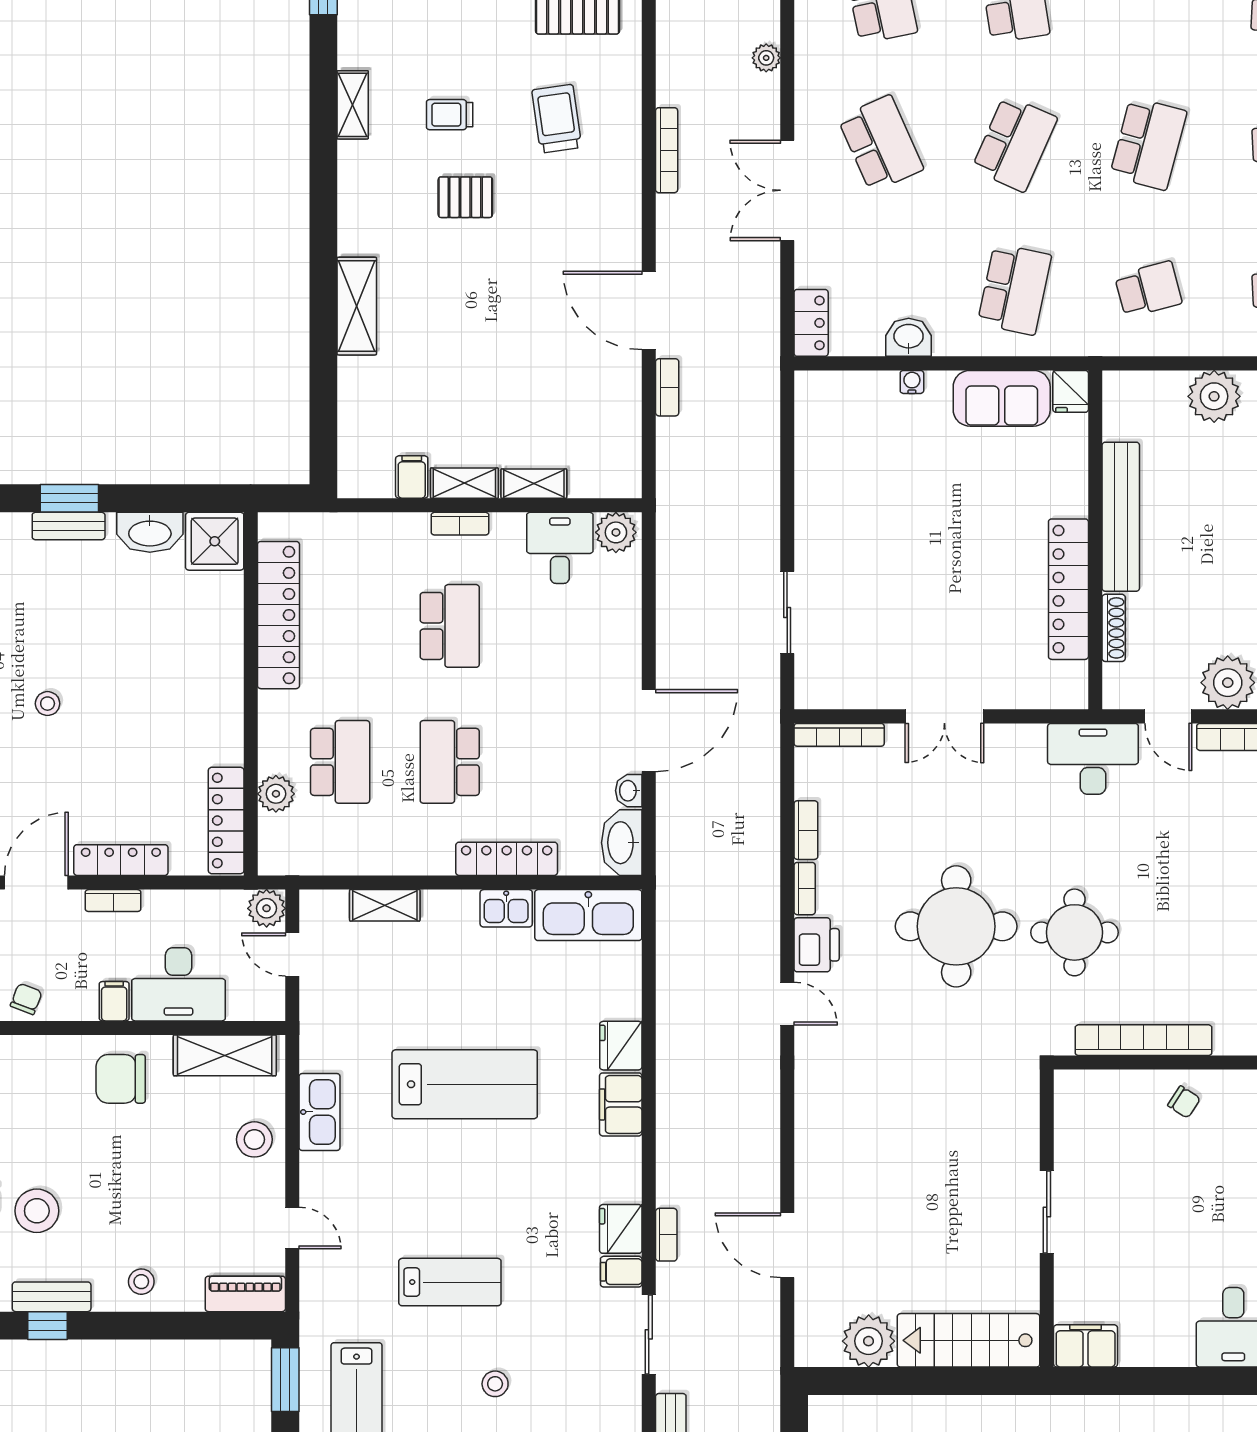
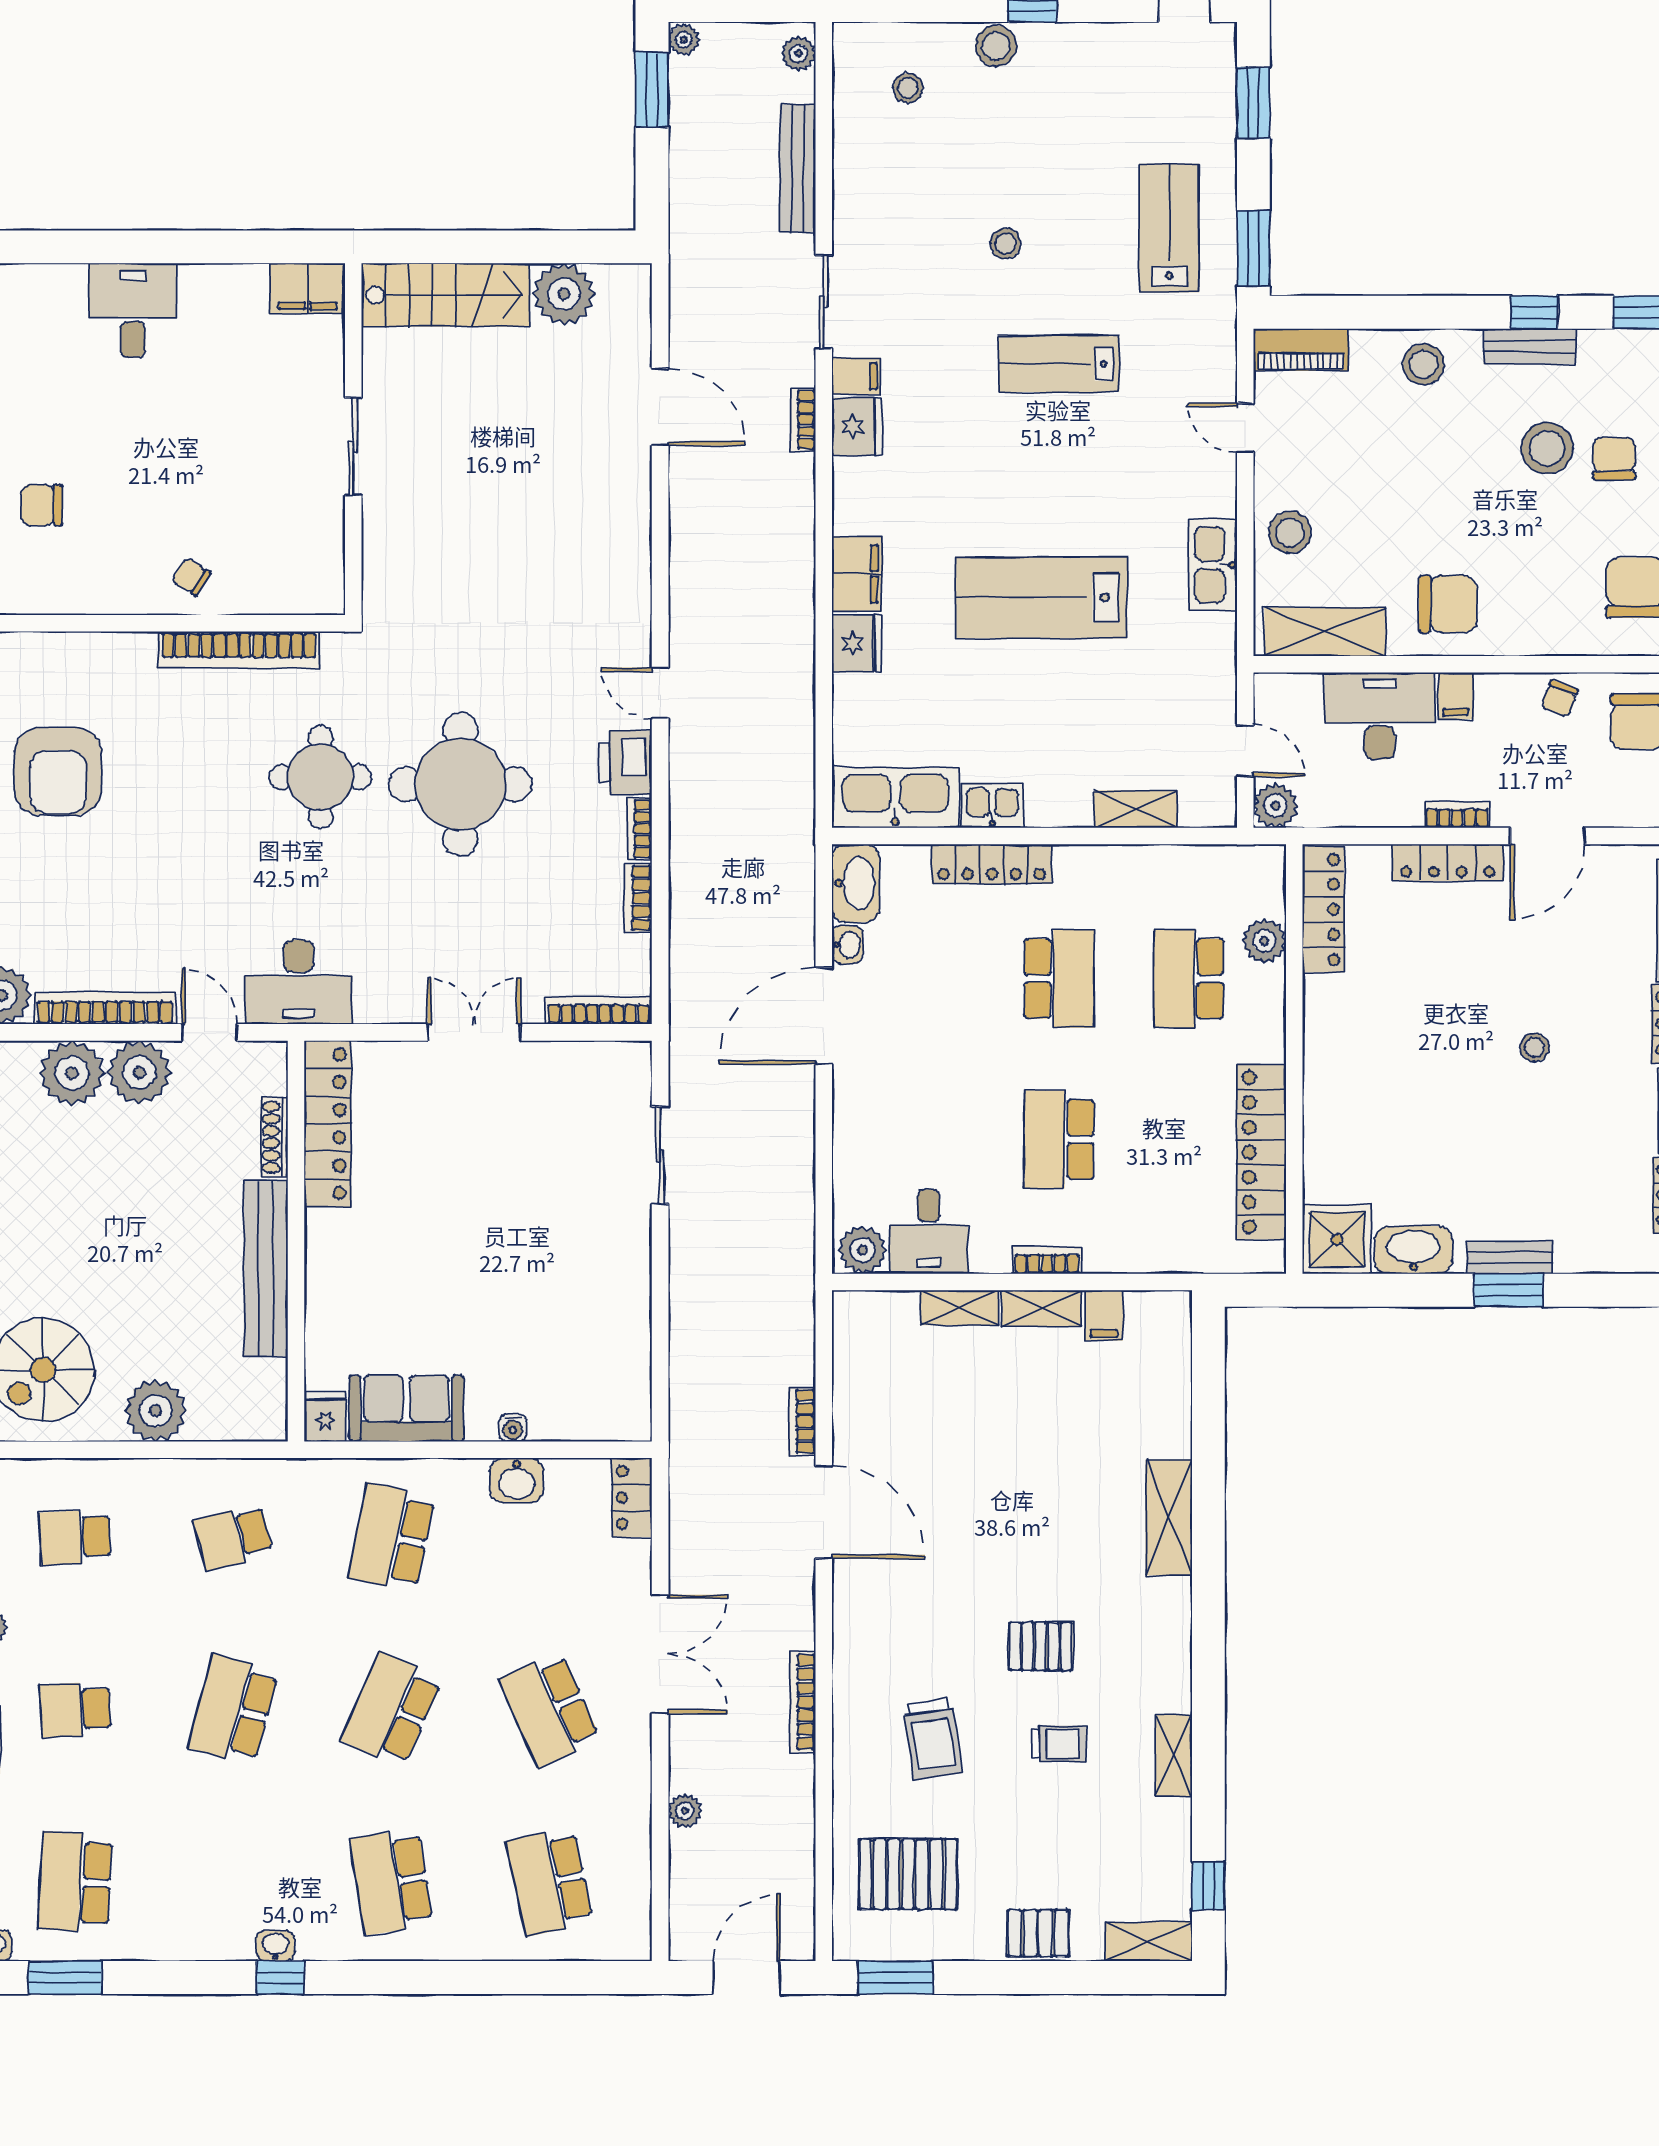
locker: (1068, 589) -> (328, 1124), moved
stool: (141, 1282) -> (1424, 364), width x1.37, depth x1.37

